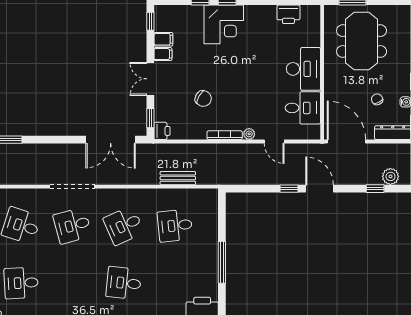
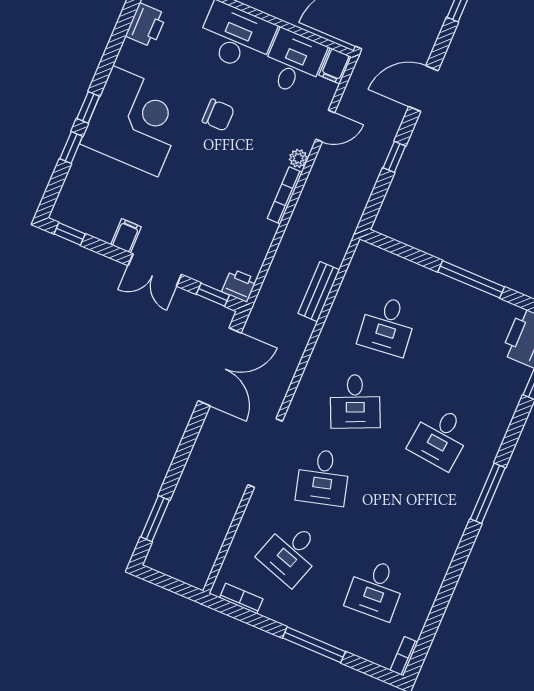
corner desk: (224, 24) -> (135, 121), width x1.36, depth x1.36
filing cabinet: (163, 39) -> (335, 66), moved, turned 180
chair: (203, 99) -> (218, 115), moved, turned 60
window: (289, 189) -> (394, 157), moved

